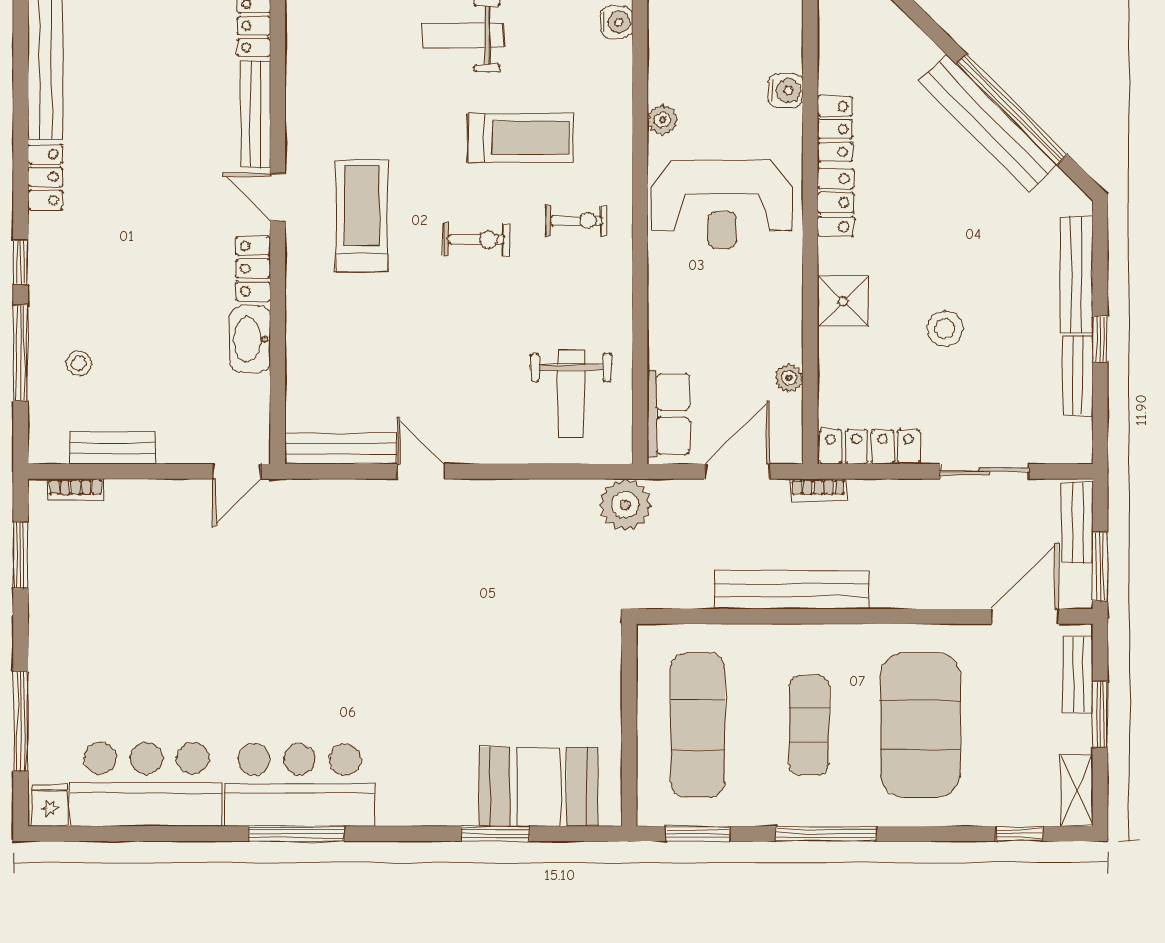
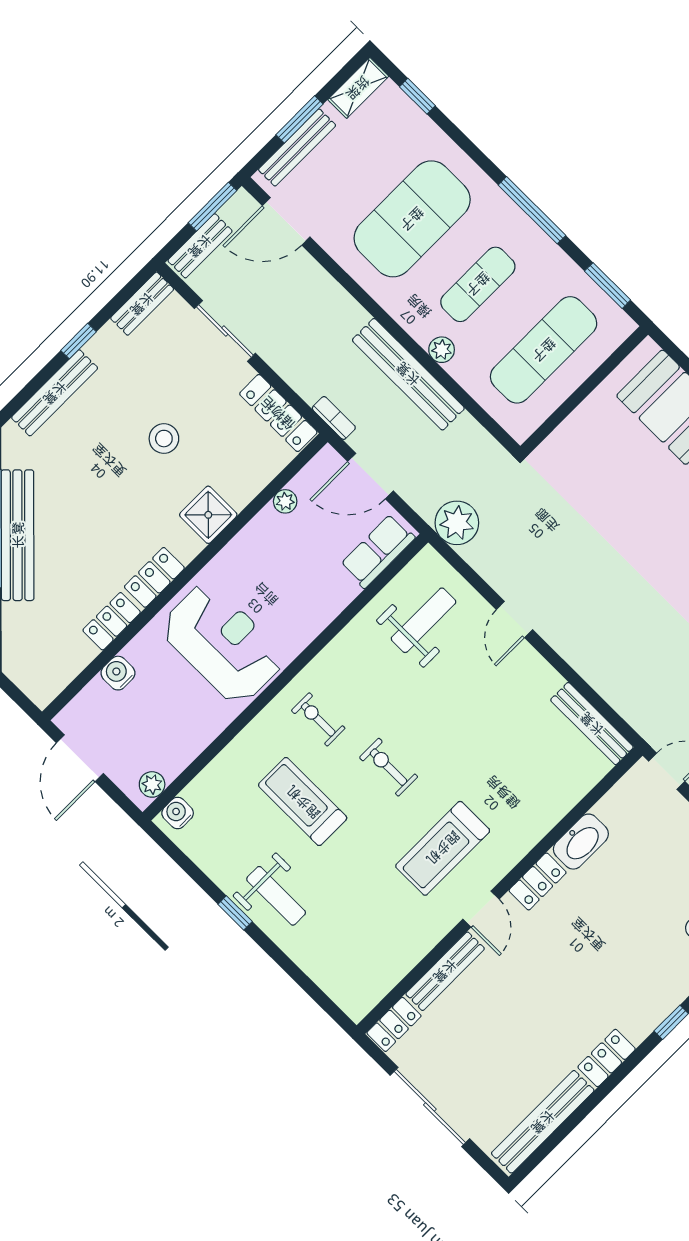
plant: (662, 120) -> (152, 784), moved
bench: (1078, 375) -> (142, 304), moved
door: (421, 471) -> (514, 620), moved
plant: (784, 639) -> (442, 350), added
bench: (1078, 674) -> (297, 148), width x1.36

